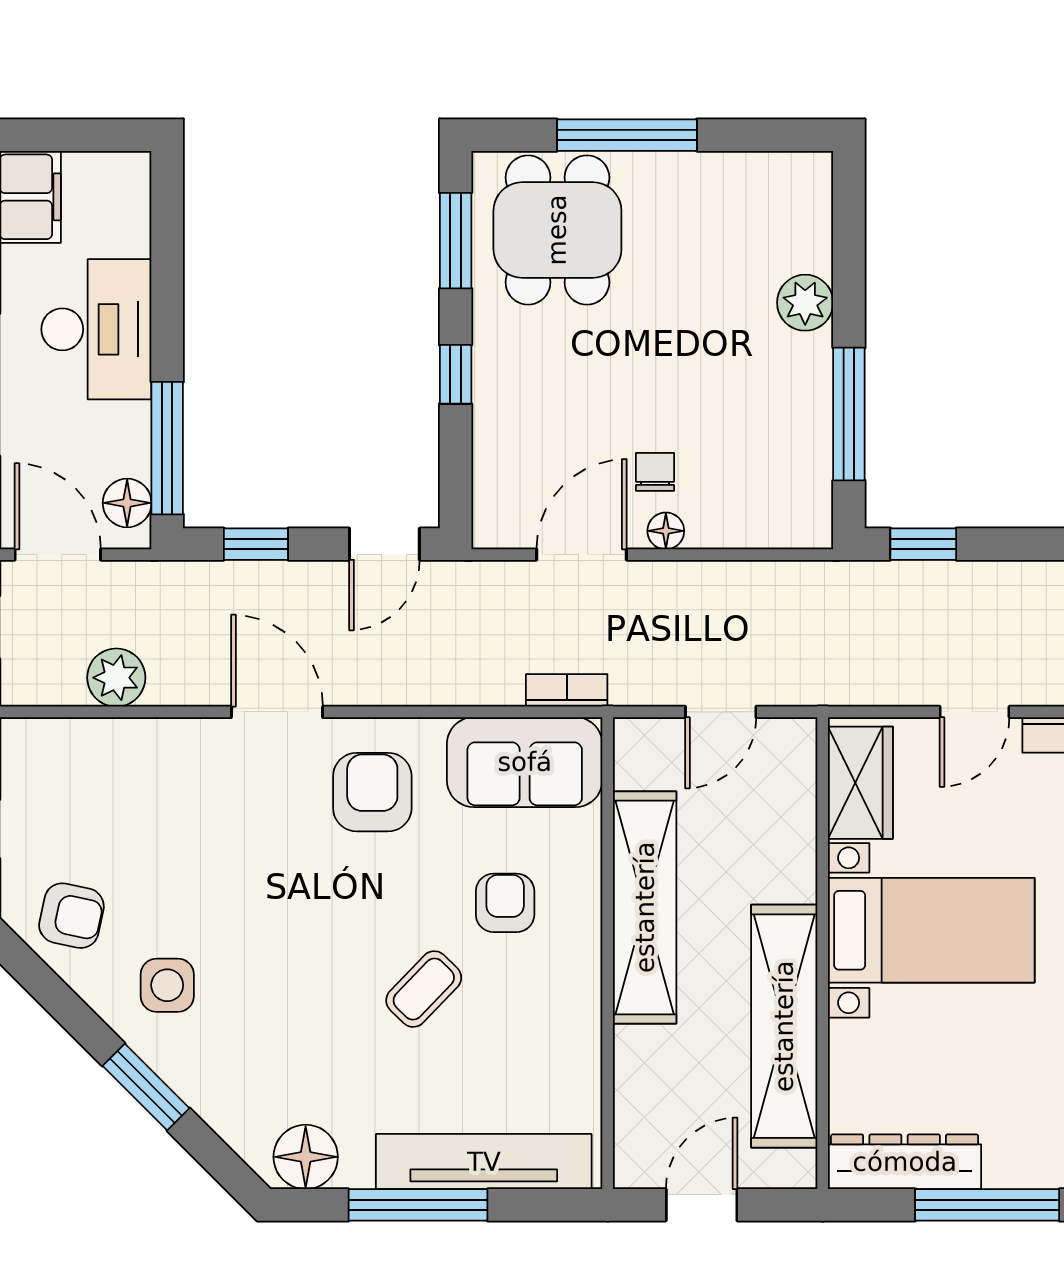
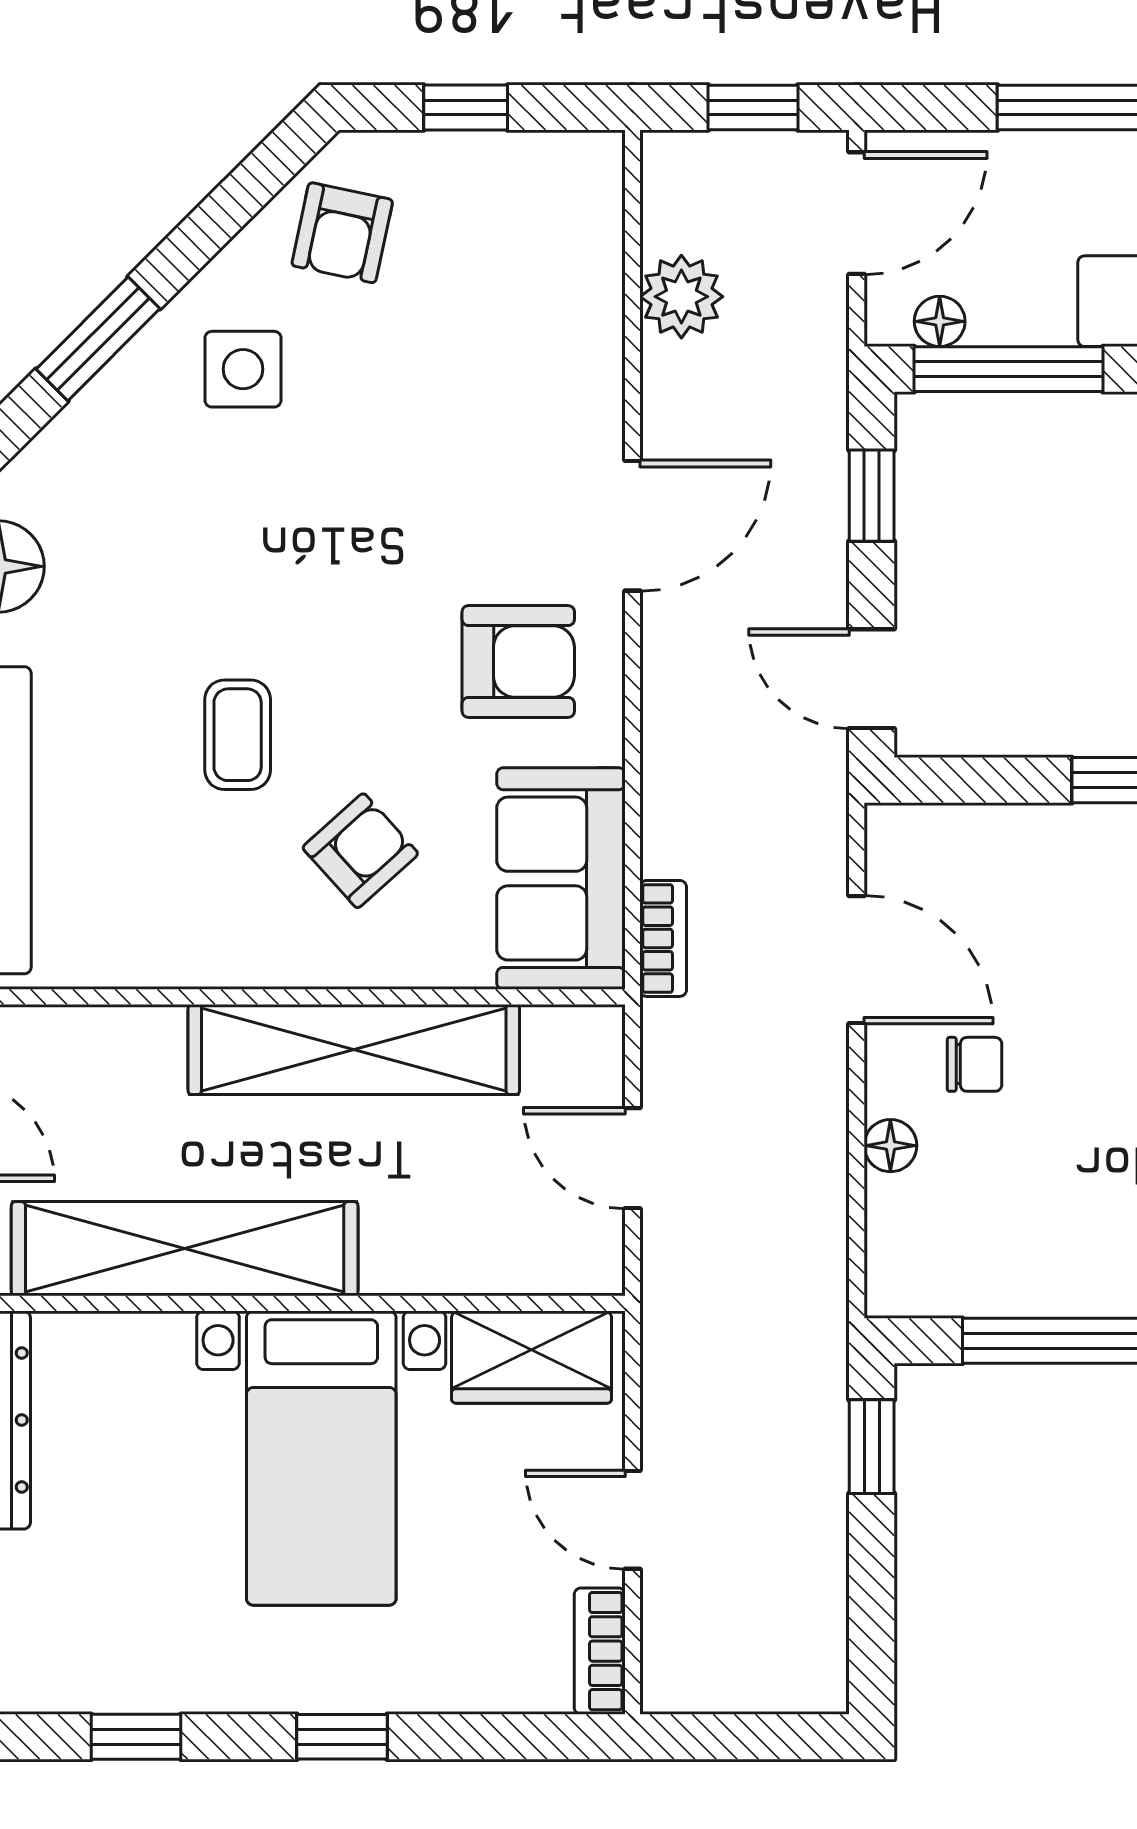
floor lamp: (127, 503) -> (940, 321), width x0.73, depth x0.73
floor lamp: (666, 531) -> (890, 1146), moved
armchair: (505, 903) -> (360, 851), turned -42
coffee table: (424, 989) -> (238, 735), turned 46

